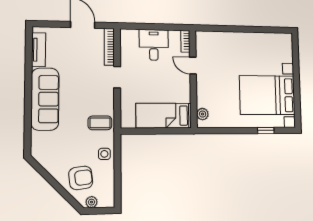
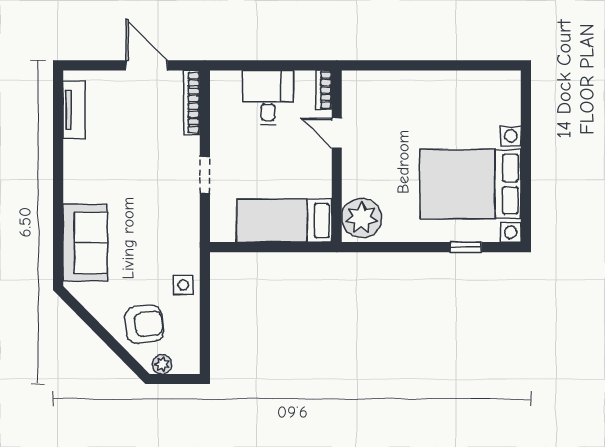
doorway: (117, 77) -> (205, 175), moved
sofa: (45, 99) -> (85, 243), moved, width x0.73
plant: (203, 114) -> (362, 218), width x1.88, depth x1.88
coffee table: (100, 123) -> (176, 233), removed

